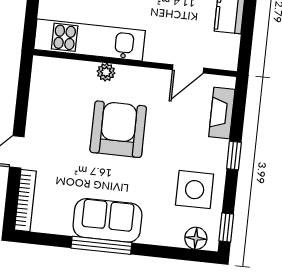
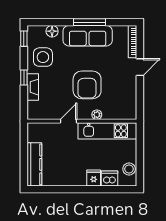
door: (188, 69) -> (68, 121), moved
fireplace: (222, 113) -> (33, 87), moved
sofa: (107, 220) -> (88, 36), width x1.36
floor lamp: (196, 238) -> (52, 31), moved

